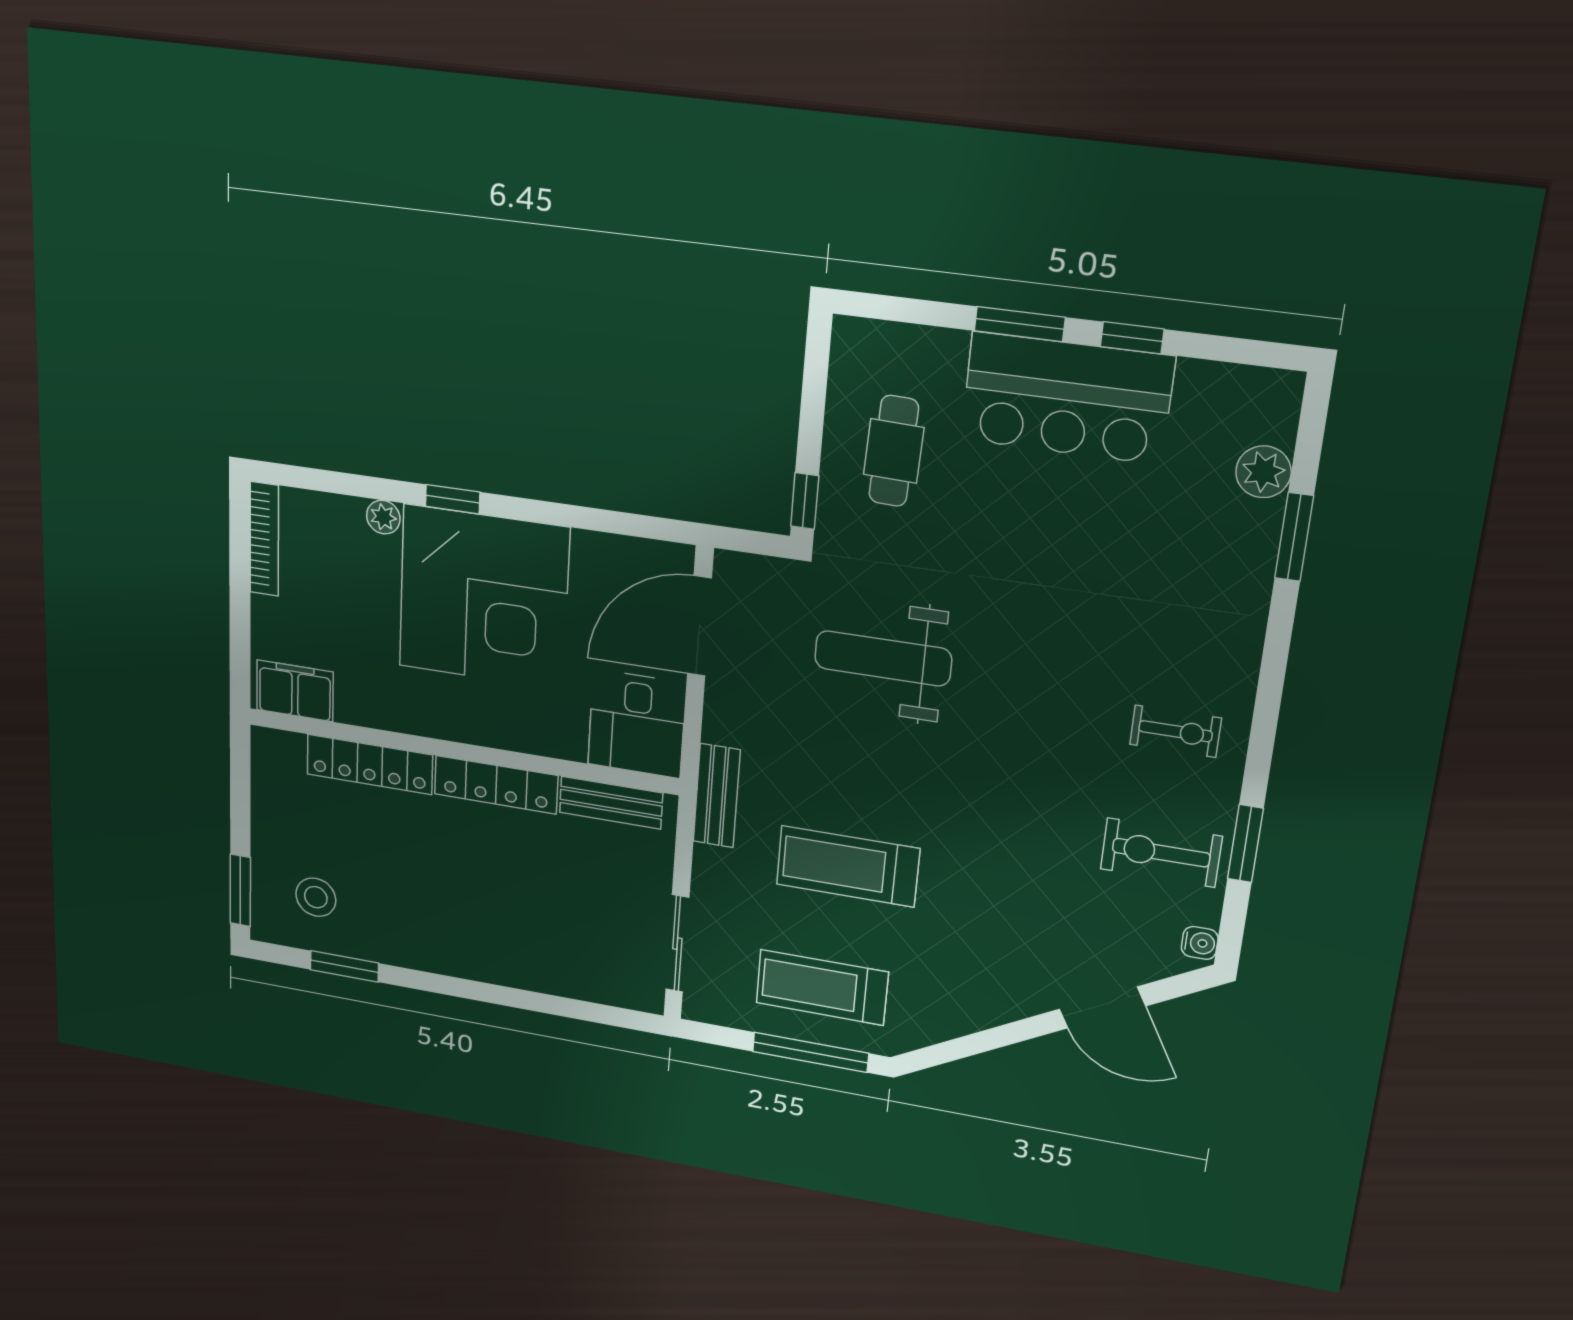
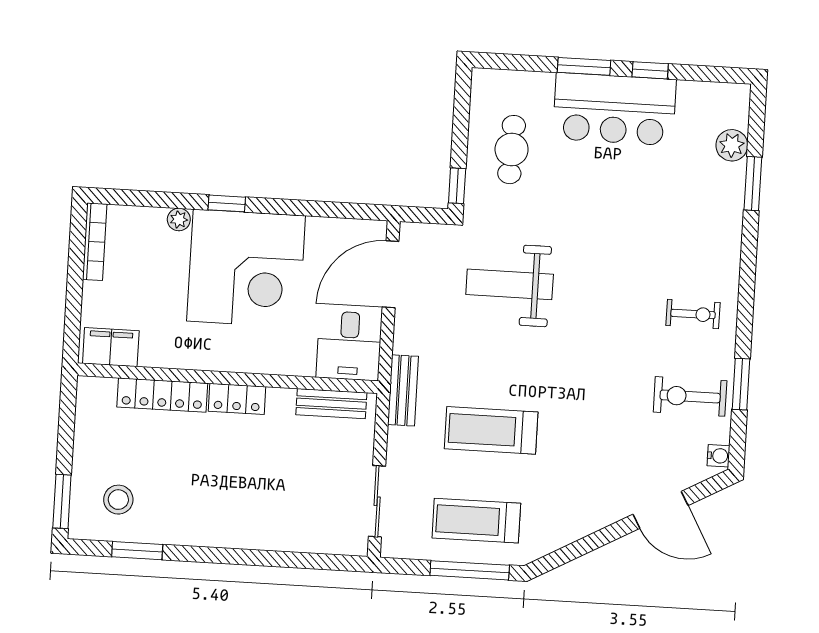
locker: (496, 785) -> (237, 399), width x0.66

